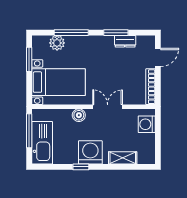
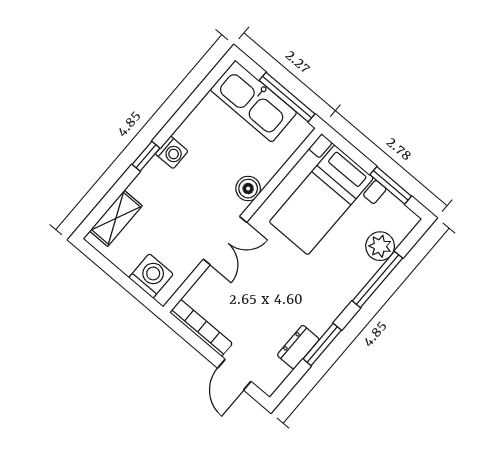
washing machine: (90, 152) -> (172, 152), width x0.53, depth x0.53
shelving: (123, 158) -> (116, 218), moved
window: (81, 167) -> (146, 156), moved

